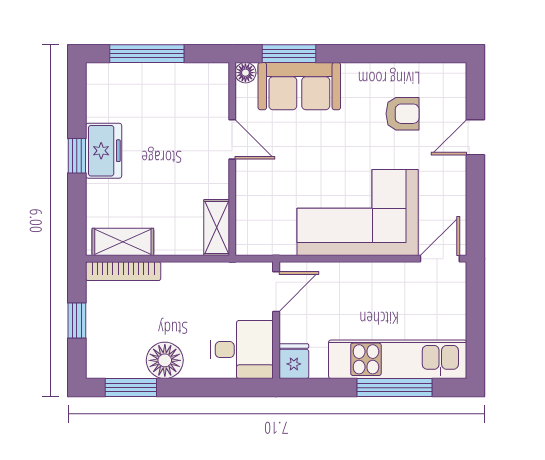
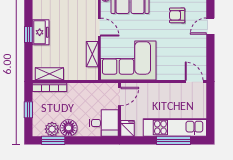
armchair: (403, 114) -> (177, 15), turned 180
corner sofa: (358, 213) -> (128, 60), moved
shelving: (217, 228) -> (92, 54), moved
door: (440, 259) -> (194, 82), hinge flipped
plant: (128, 363) -> (52, 129), added

